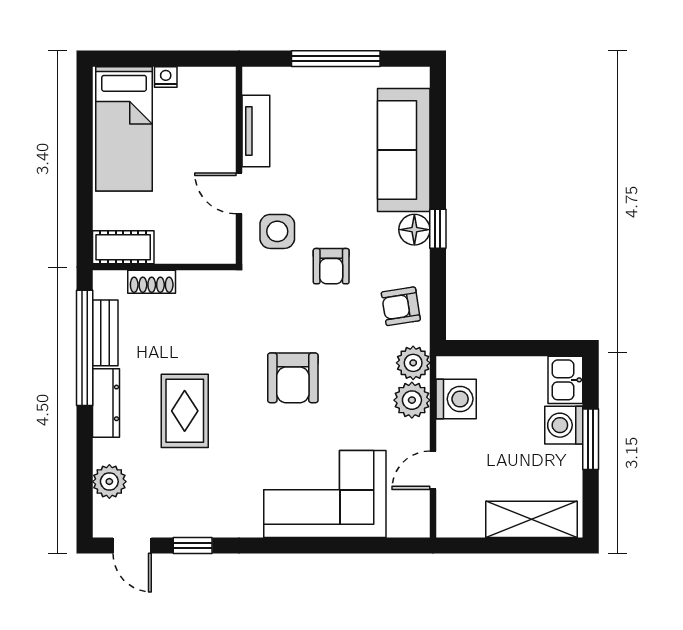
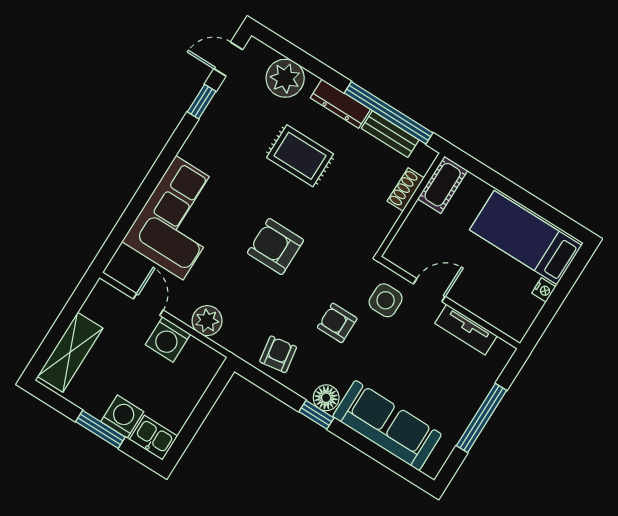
plant: (413, 363) -> (233, 338), removed
washing machine: (456, 399) -> (168, 339), moved
plant: (109, 482) -> (285, 78), width x1.36, depth x1.36

